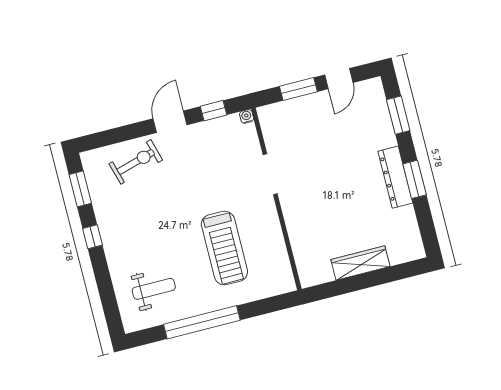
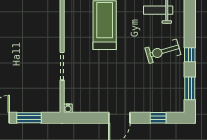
window: (213, 111) -> (158, 118), moved
exercise bike: (136, 162) -> (163, 51), moved

